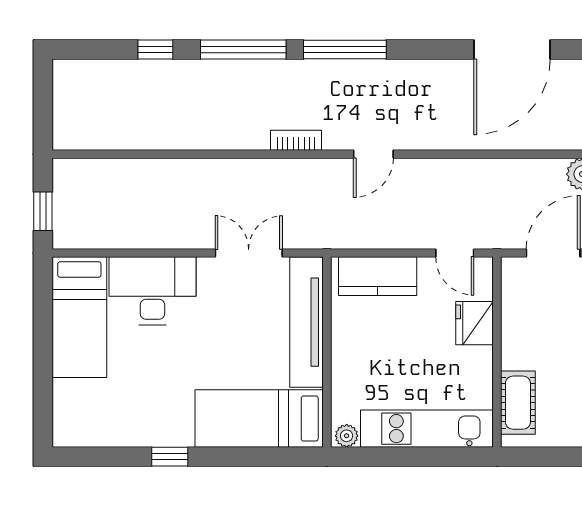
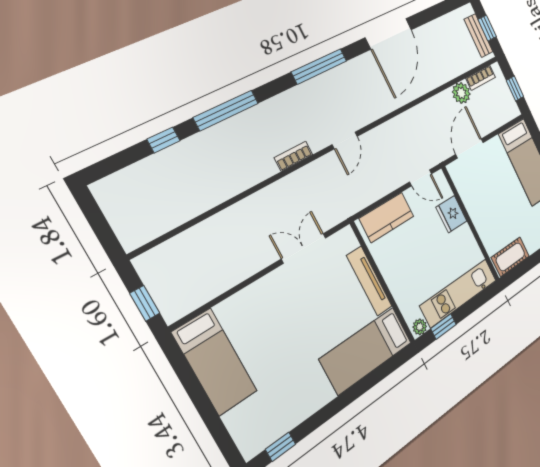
window: (345, 50) -> (319, 66), moved
desk: (152, 291) -> (255, 312), removed
tv unit: (306, 322) -> (369, 281), width x0.73, depth x0.78
cot: (518, 403) -> (510, 257), moved, turned 90
window: (170, 457) -> (281, 447), moved
window: (380, 457) -> (443, 327), added

